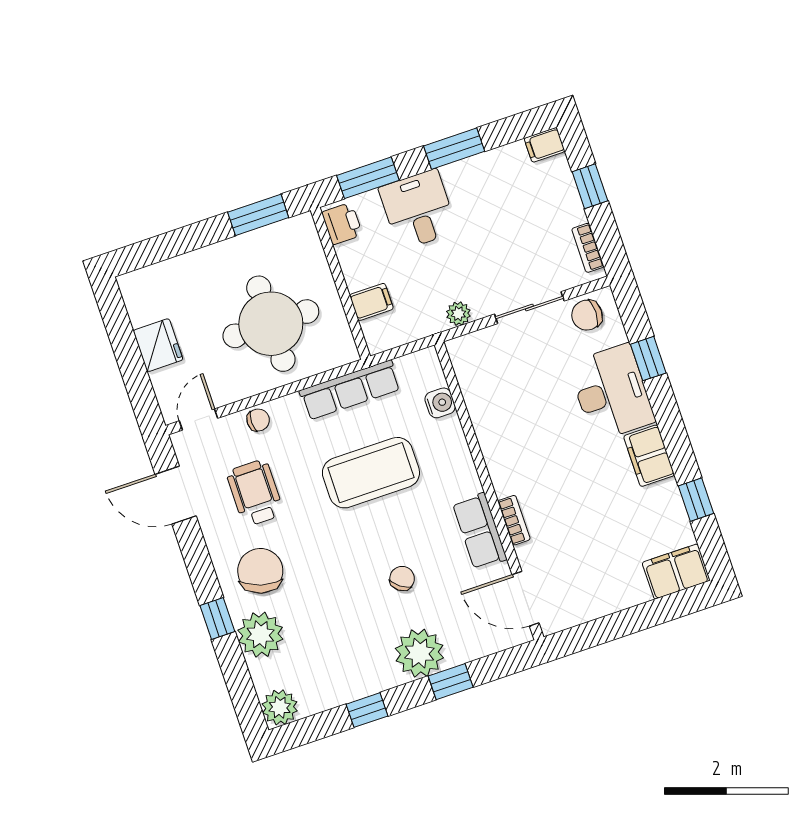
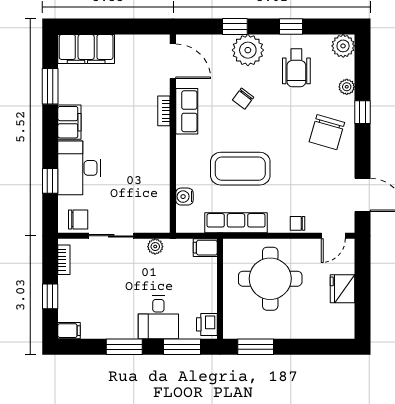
filing cabinet: (371, 302) -> (205, 248), moved
wheelchair: (255, 493) -> (296, 68), moved
window: (696, 500) -> (50, 86), width x1.50
filing cabinet: (676, 572) -> (86, 49), width x1.50, depth x1.17
plant: (260, 635) -> (347, 87), width x0.53, depth x0.53

